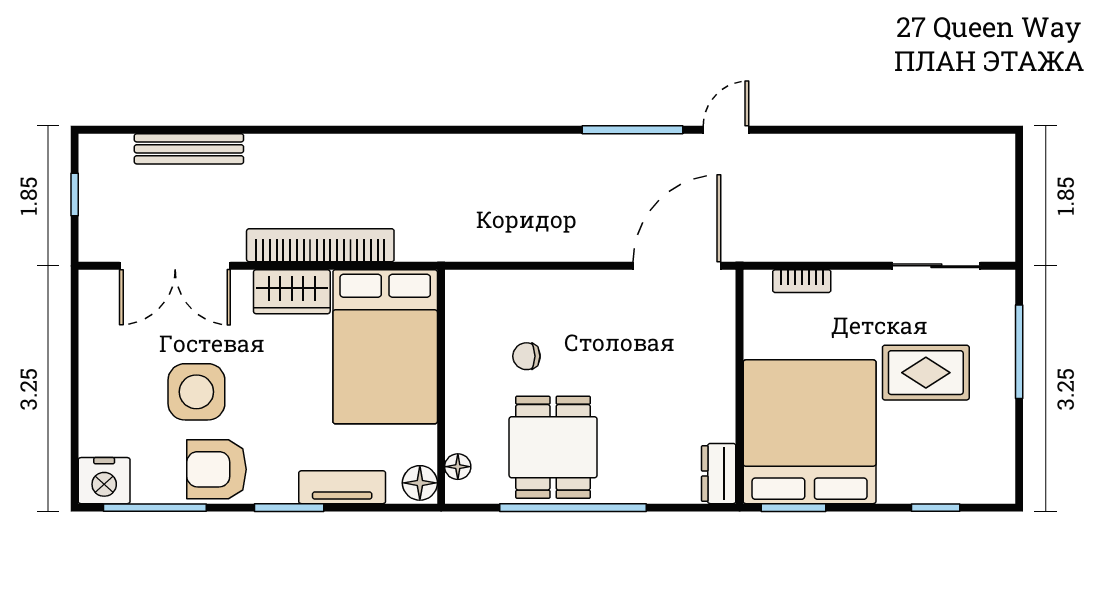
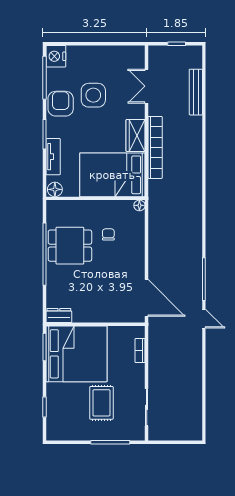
double door: (175, 266) -> (147, 86), width x0.73
floor lamp: (458, 467) -> (139, 205), moved

